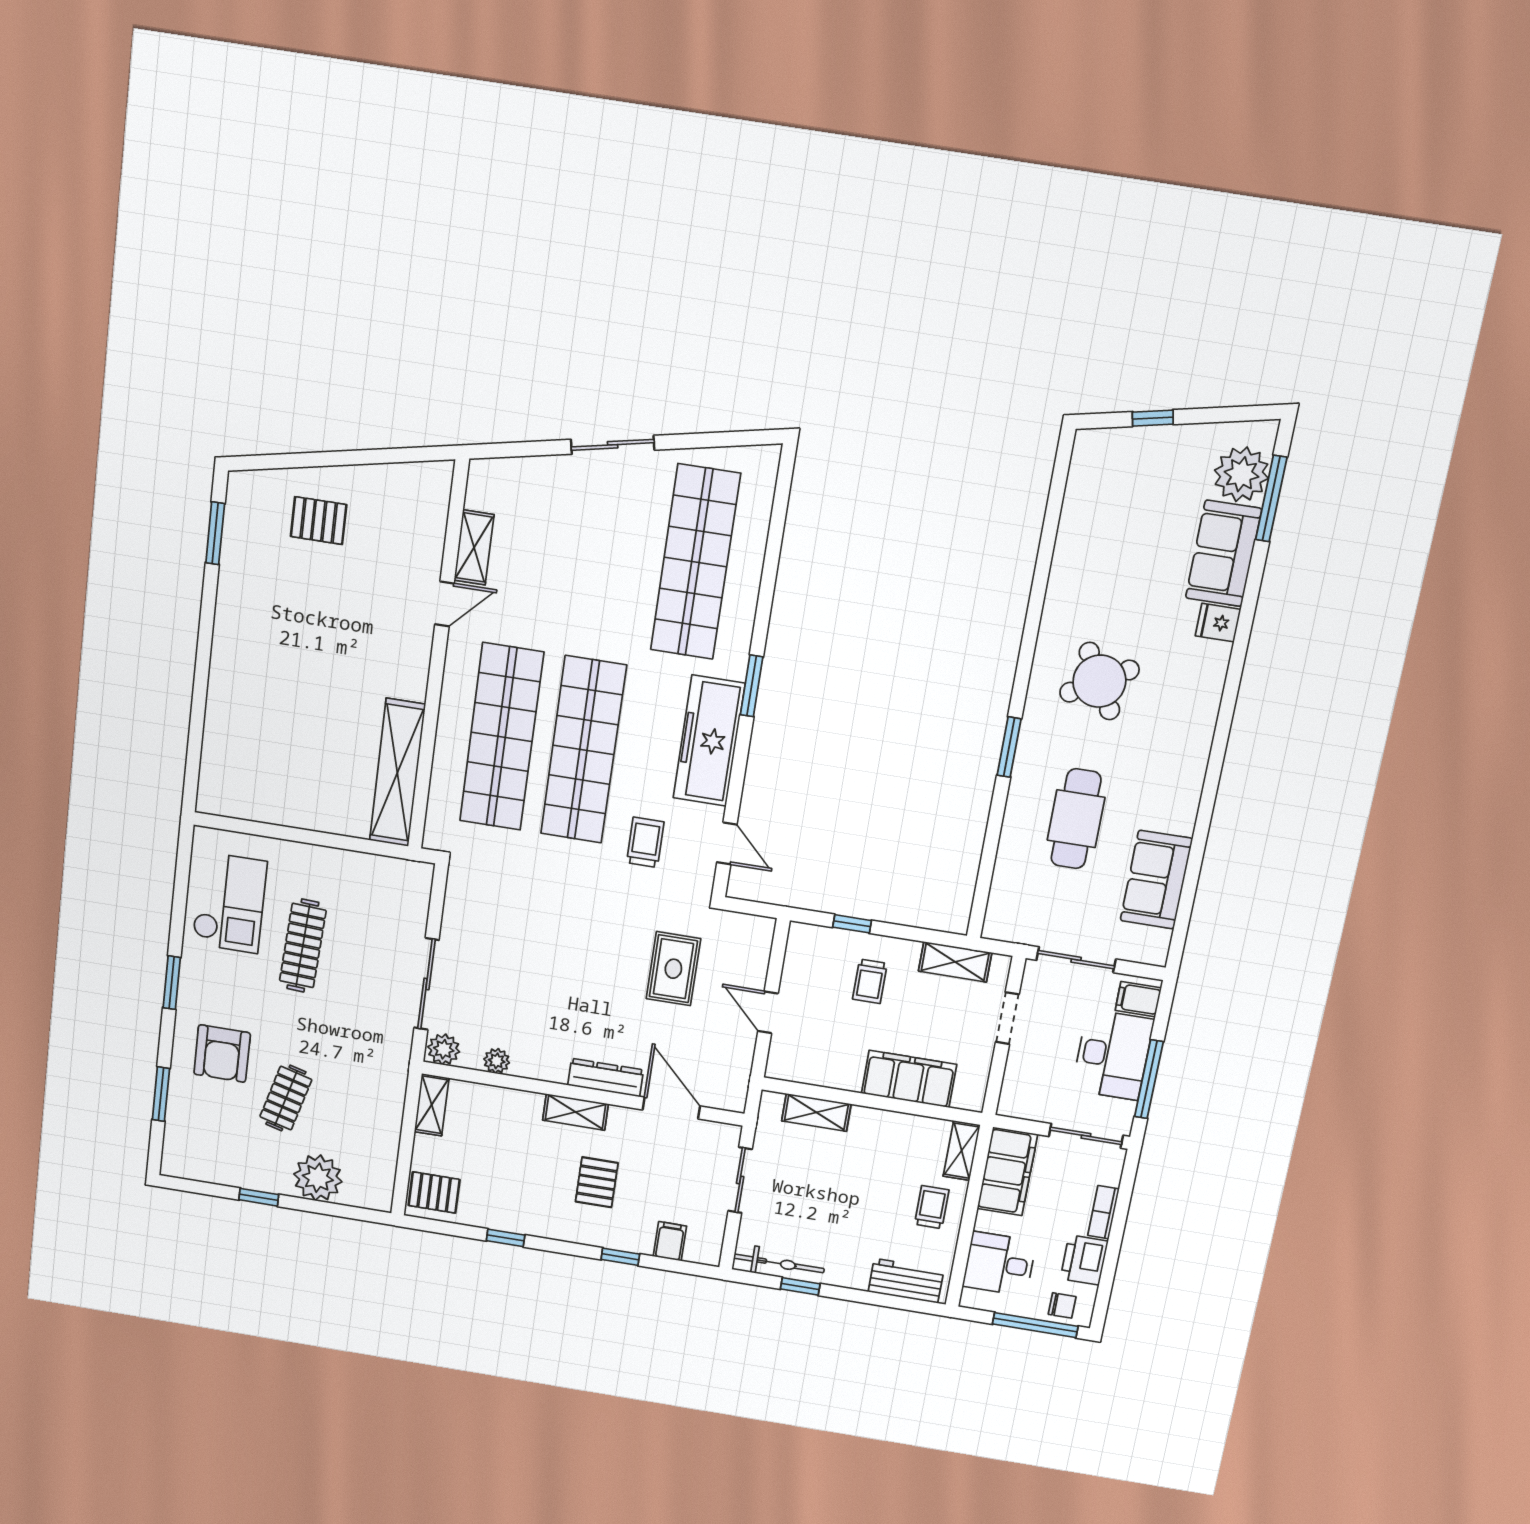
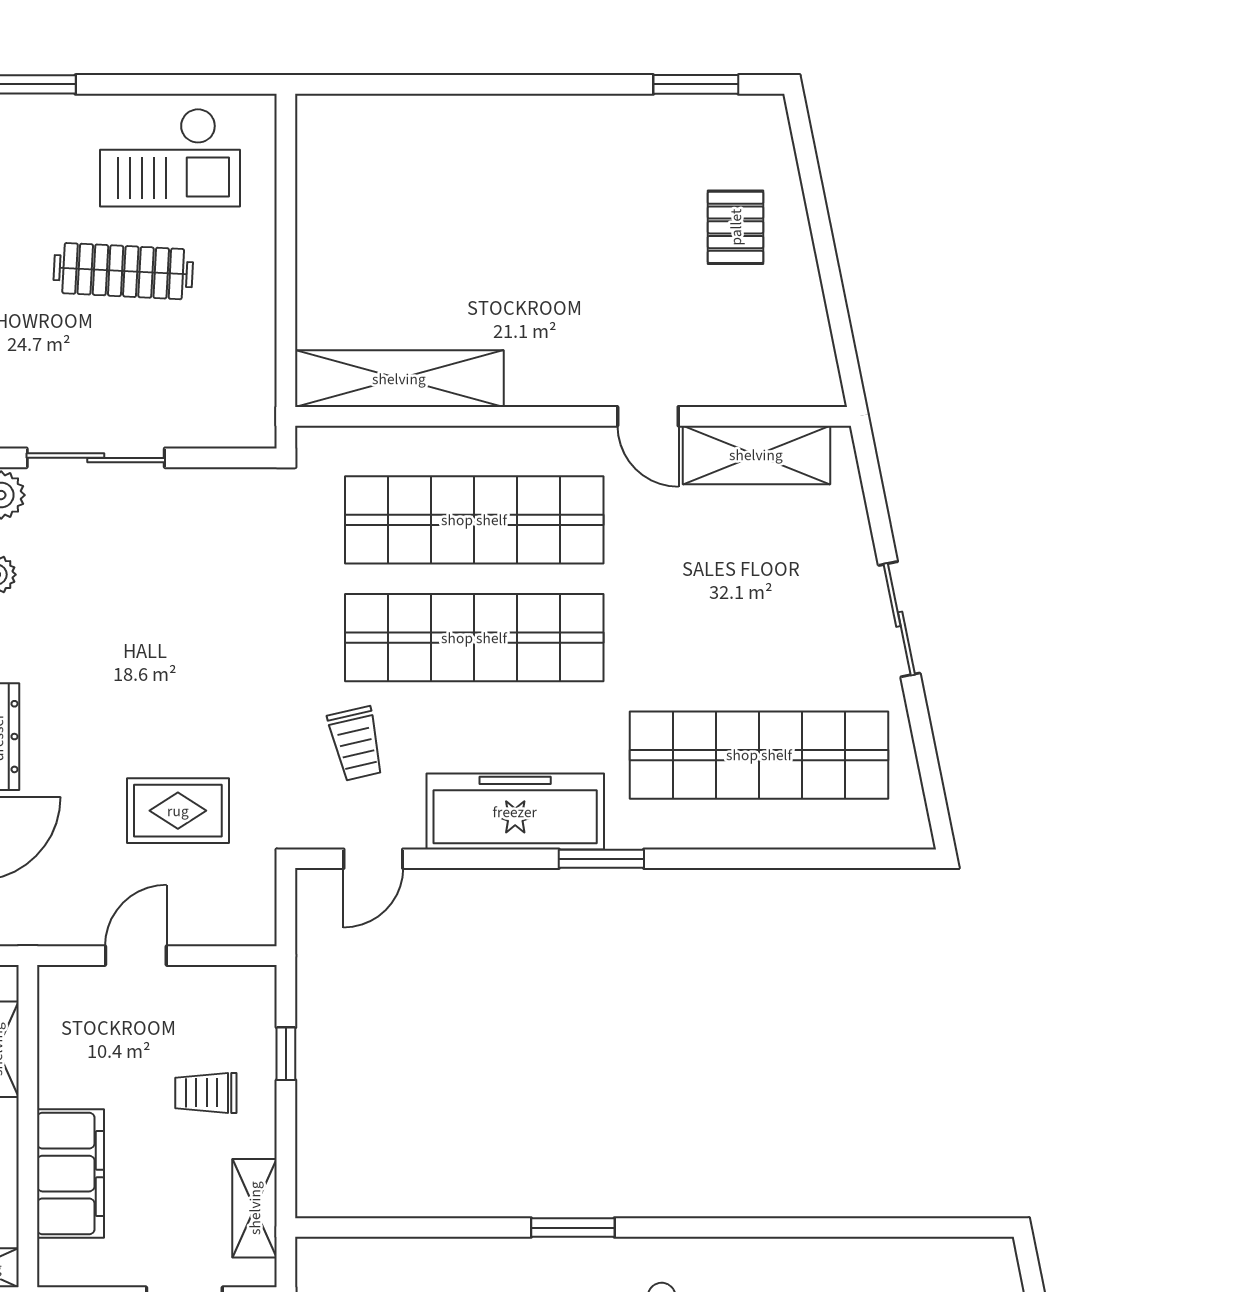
shelving: (474, 547) -> (756, 455), width x1.50, depth x1.33
trolley: (645, 842) -> (356, 744), turned 77

